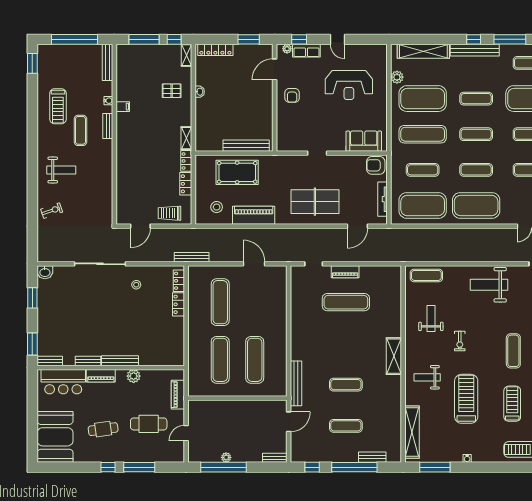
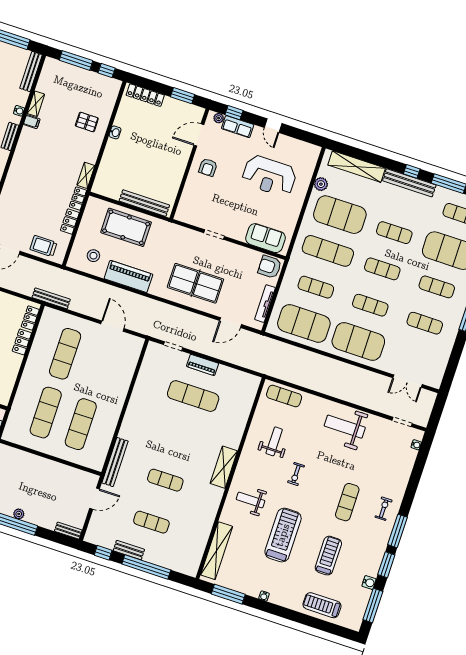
shelving: (186, 55) -> (36, 104), moved
bench: (372, 457) -> (129, 550), moved

